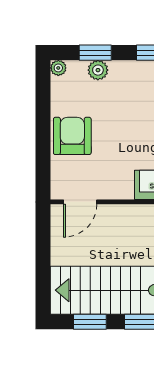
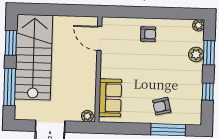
armchair: (72, 136) -> (148, 34), width x0.53, depth x0.53

